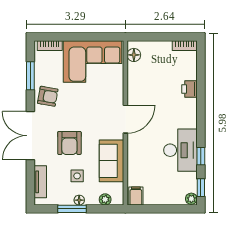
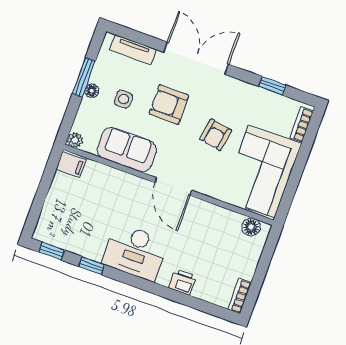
window: (30, 76) -> (272, 86), width x0.67
armchair: (48, 96) -> (216, 135), moved
desk: (180, 150) -> (135, 252), moved
plant: (105, 199) -> (75, 140), moved
plant: (191, 199) -> (42, 234), removed

